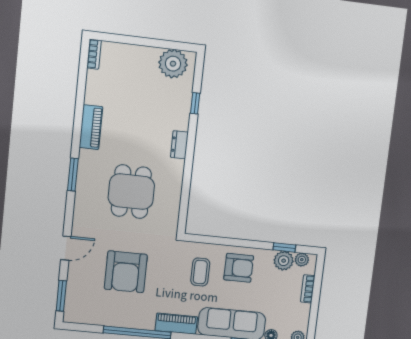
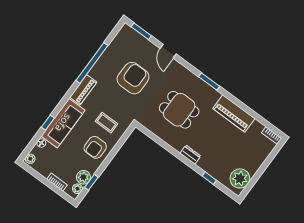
piano: (91, 127) -> (234, 113), width x1.37, depth x1.33
armchair: (126, 272) -> (133, 78), turned 90

